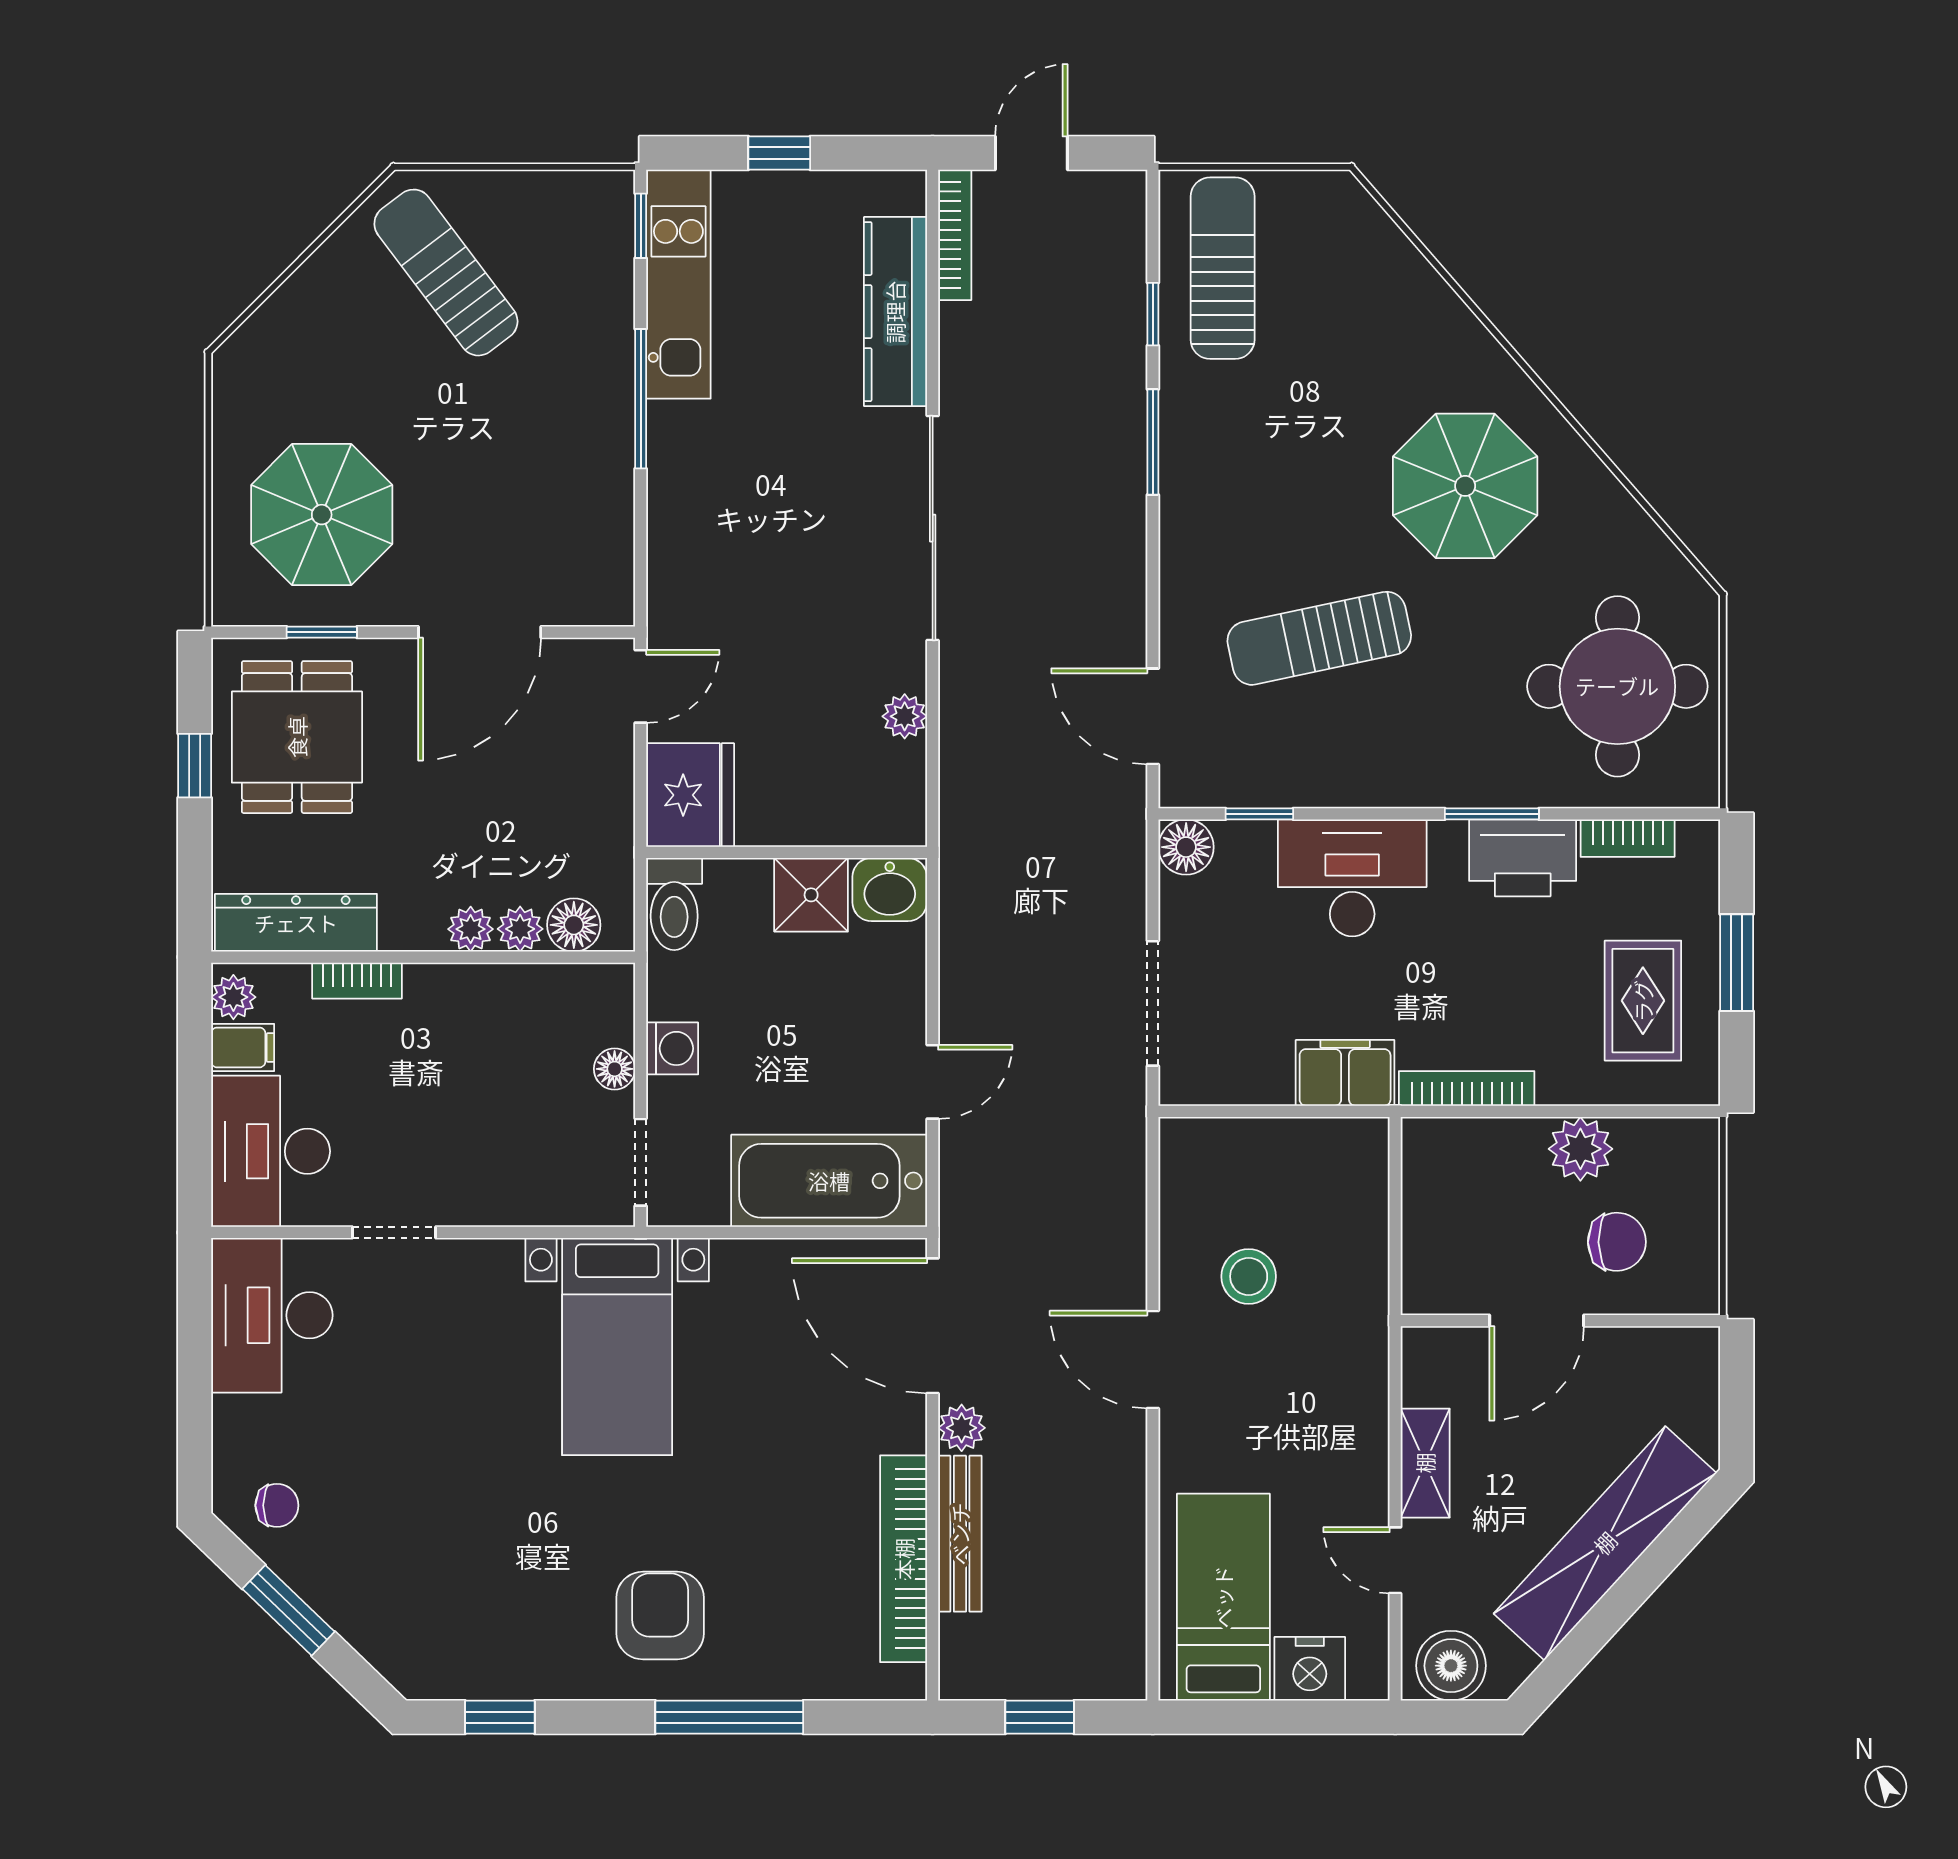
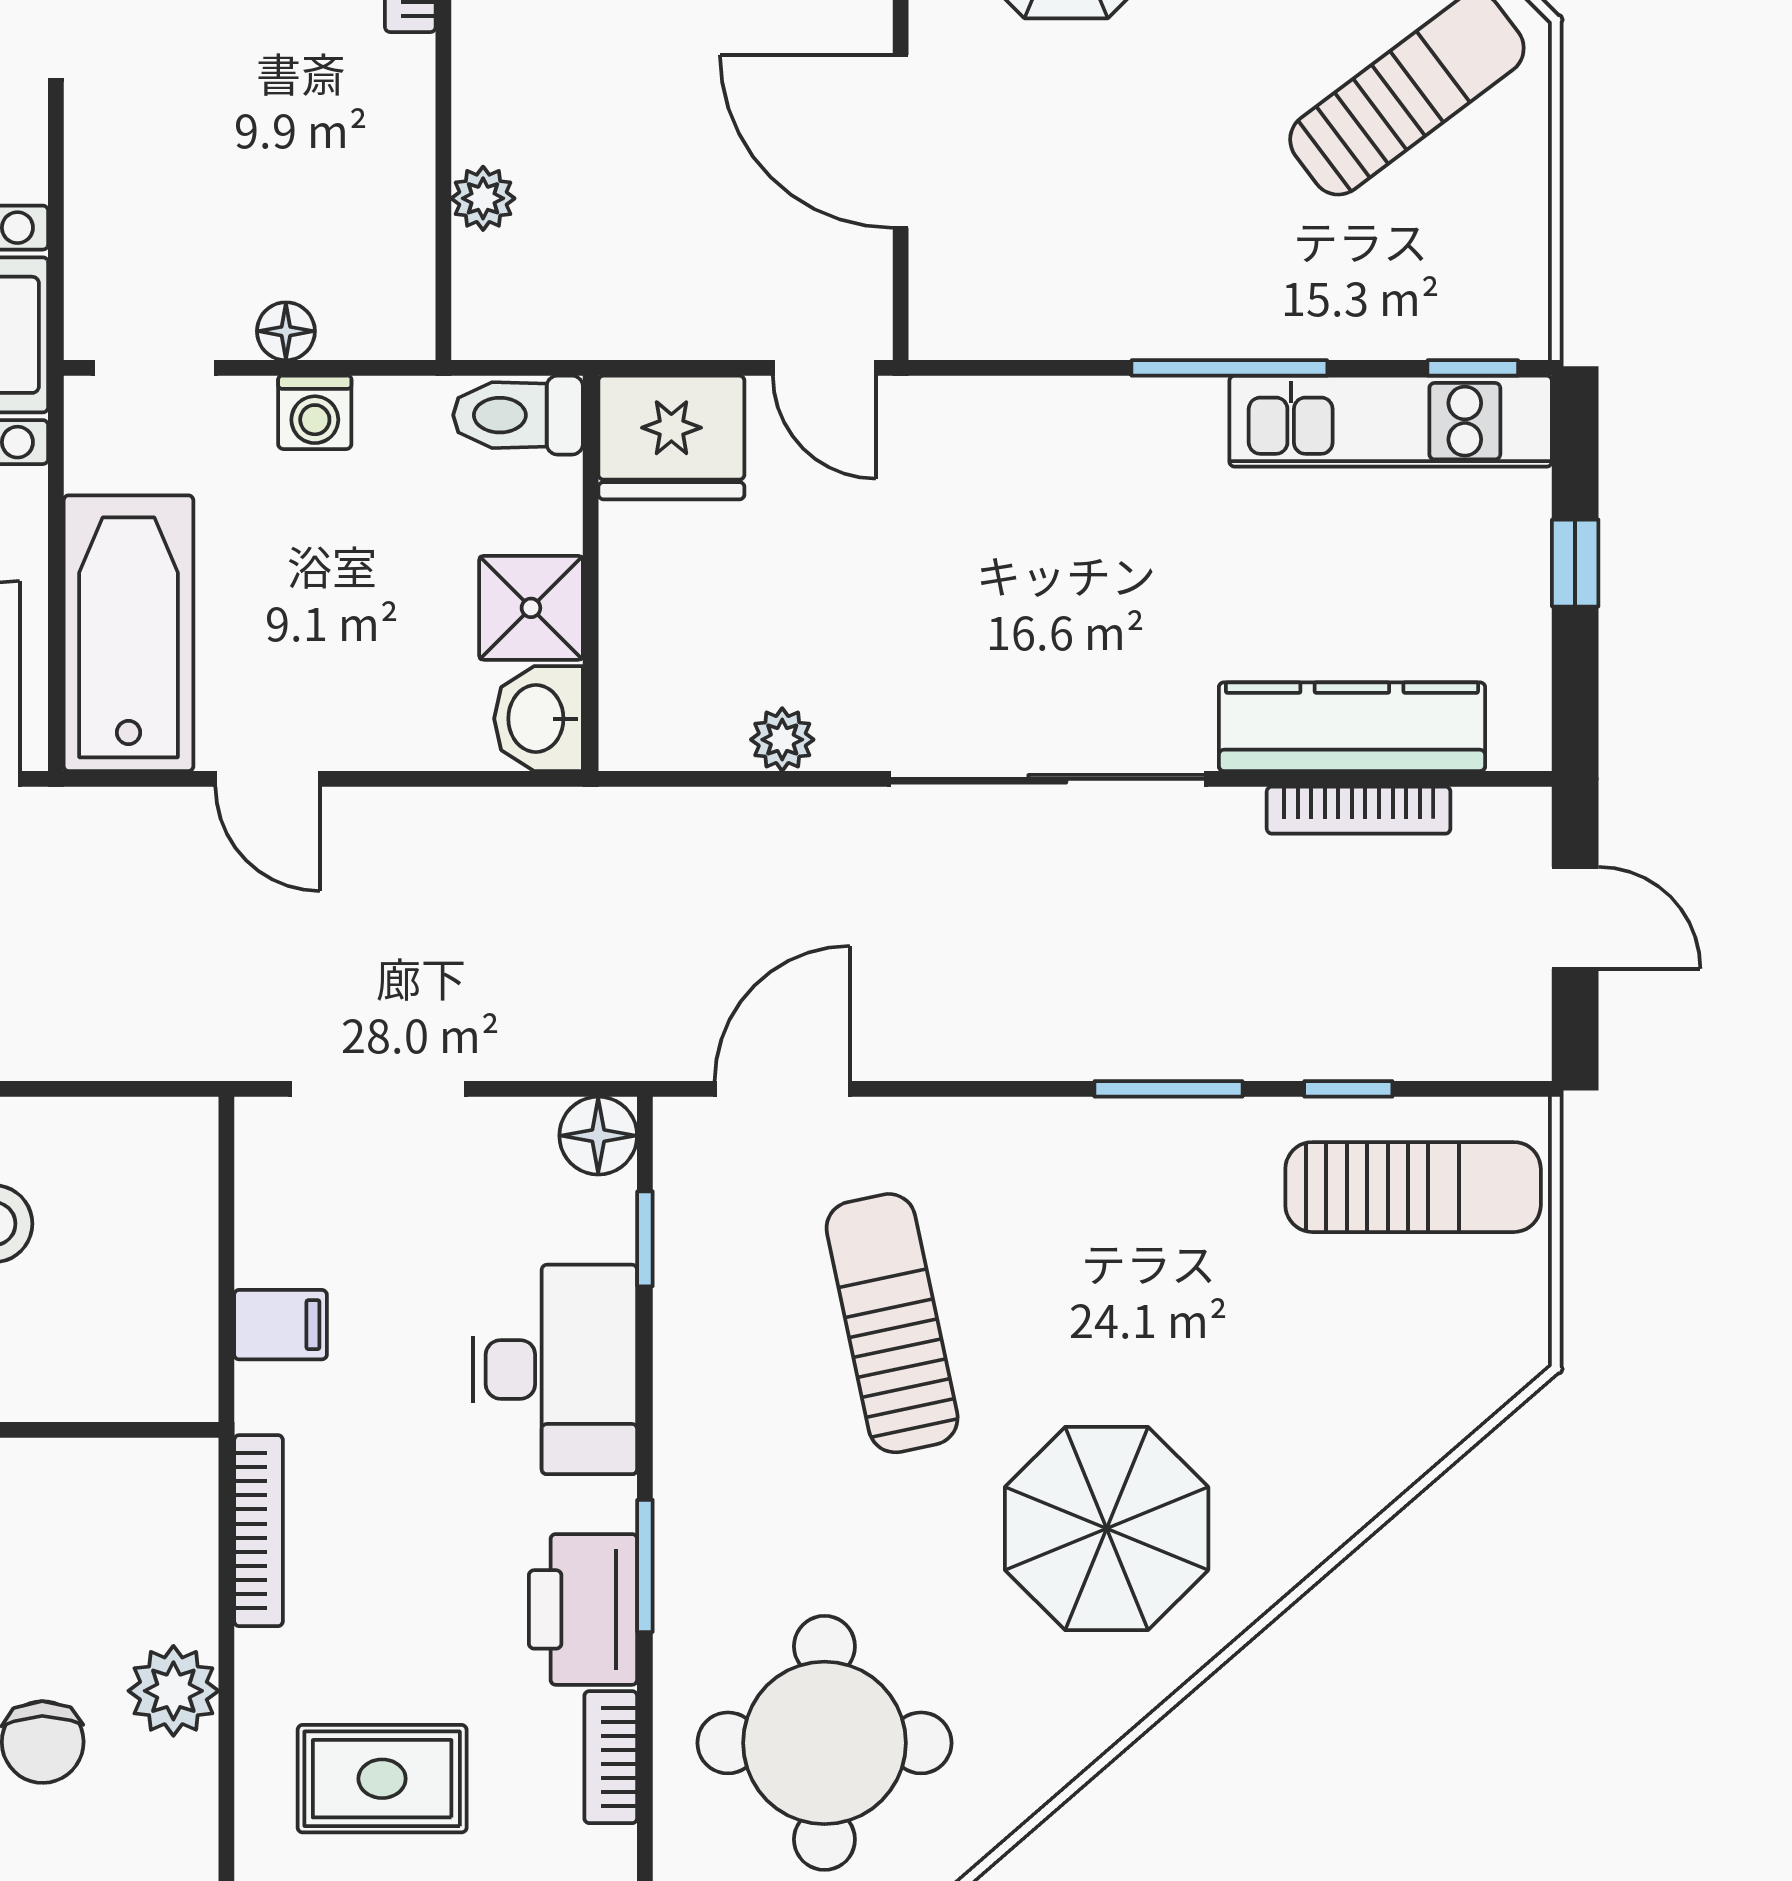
bookcase: (955, 235) -> (1359, 810), moved
floor lamp: (574, 925) -> (489, 274), removed
plant: (471, 929) -> (483, 128), removed
filing cabinet: (1345, 1073) -> (280, 1325), width x0.50

